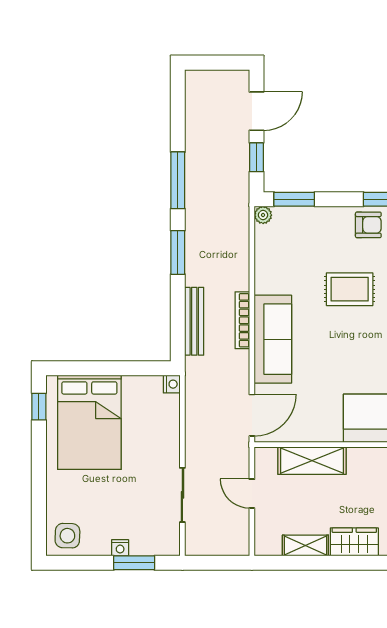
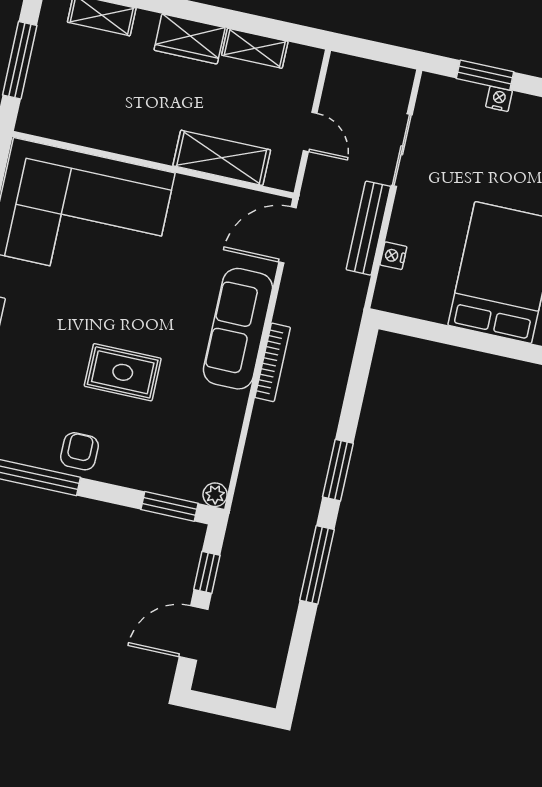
armchair: (368, 225) -> (79, 451), turned 90
bench: (194, 321) -> (368, 228), moved
nightstand: (172, 384) -> (393, 256), moved

